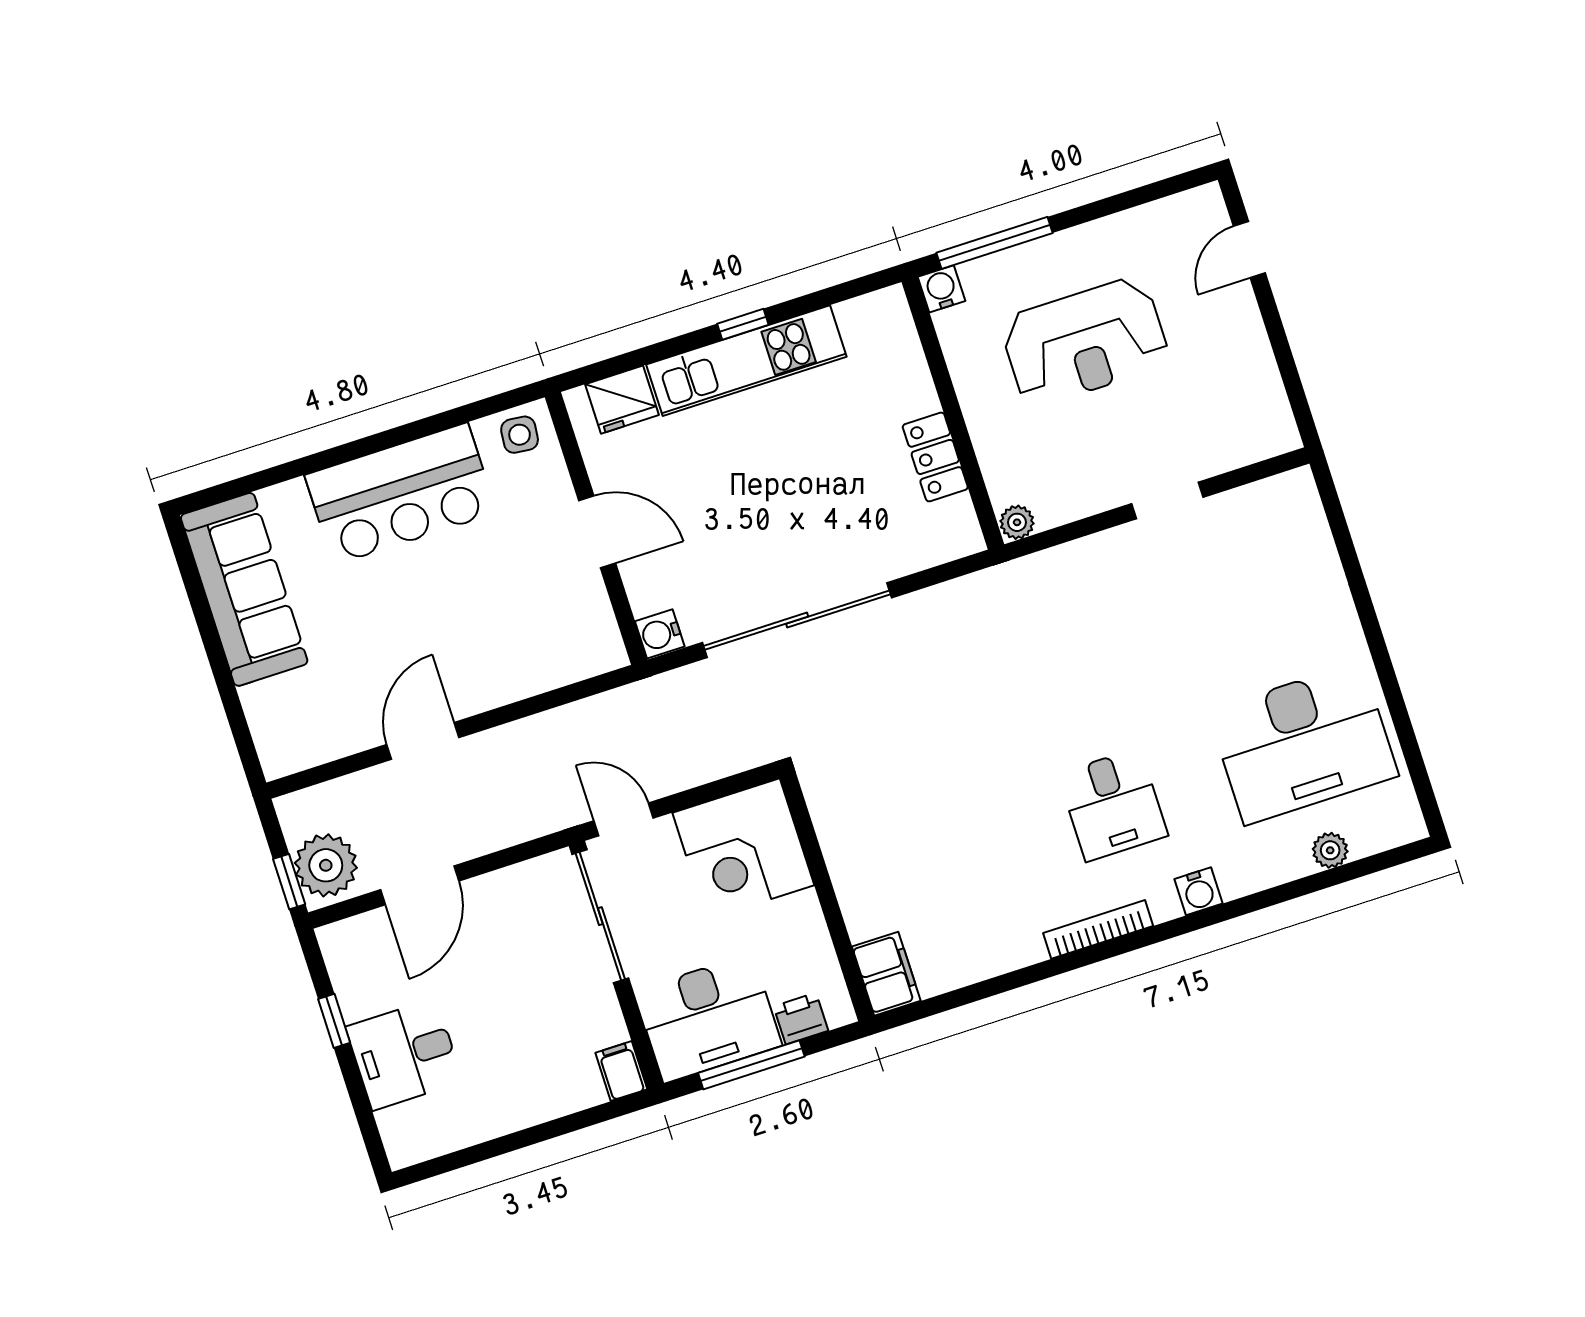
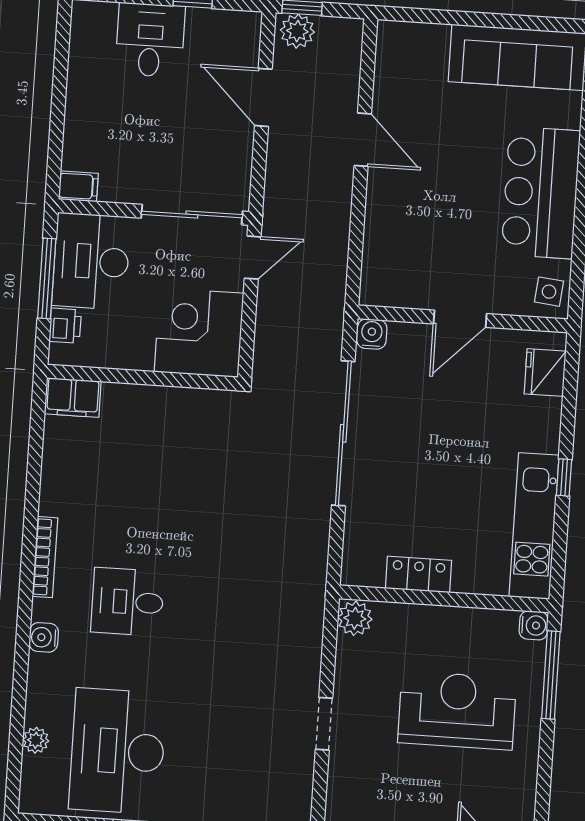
reception desk: (1085, 342) -> (457, 710), turned 90
kitchen unit: (746, 361) -> (534, 526), moved
plant: (1017, 522) -> (355, 618), width x1.38, depth x1.38
plant: (326, 865) -> (297, 31), width x0.73, depth x0.73

